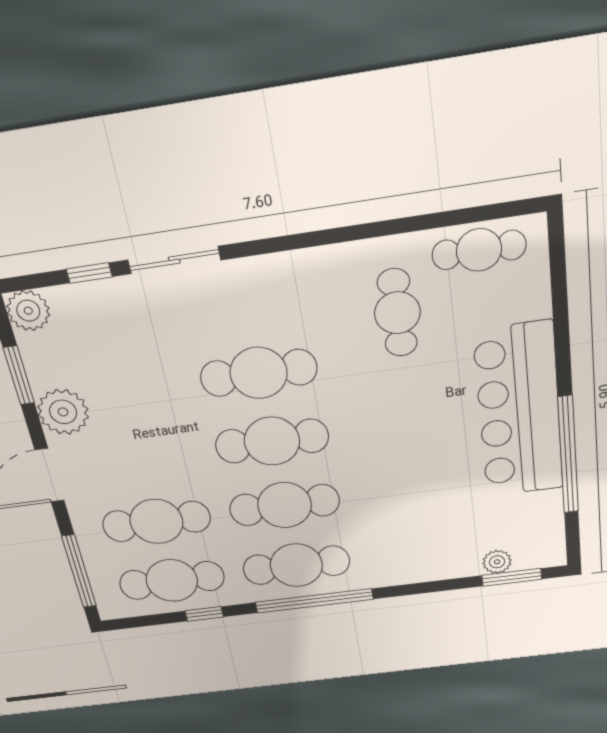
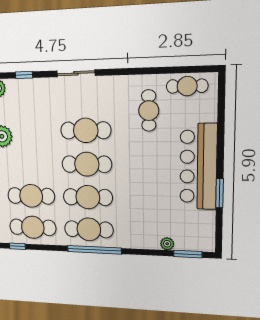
sliding door: (174, 260) -> (76, 73), moved
window: (568, 455) -> (220, 193), width x0.47
plant: (497, 562) -> (167, 244), moved
window: (204, 614) -> (17, 246), moved

